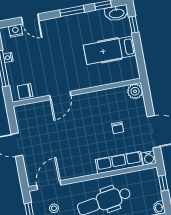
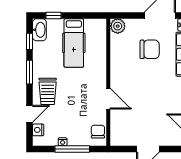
trolley: (56, 33) -> (48, 91), added
chair: (25, 91) -> (98, 132), turned 180
chair: (118, 128) -> (150, 49), width x1.87, depth x1.87

